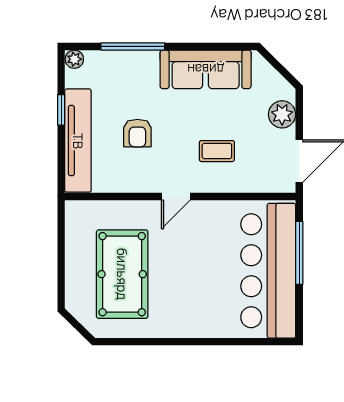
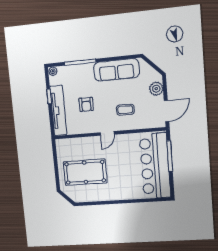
pool table: (122, 274) -> (85, 172), turned 90

